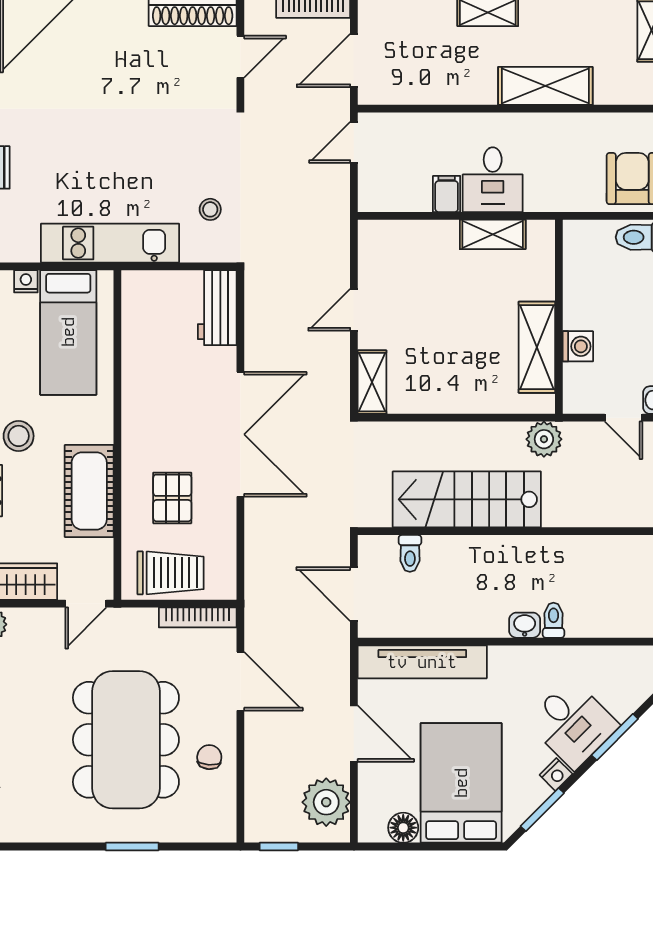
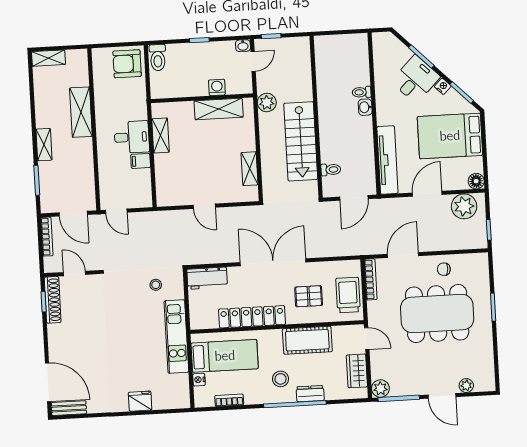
shelving: (372, 382) -> (250, 169), moved, turned 90
locker: (139, 389) -> (252, 317), added
floor lamp: (403, 828) -> (476, 181), moved

